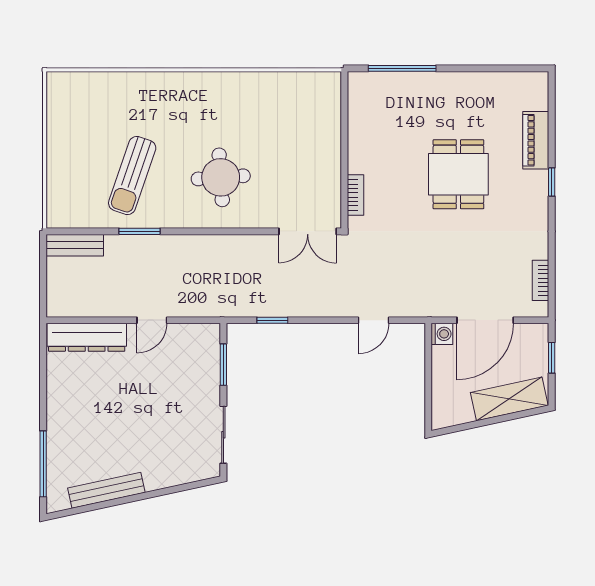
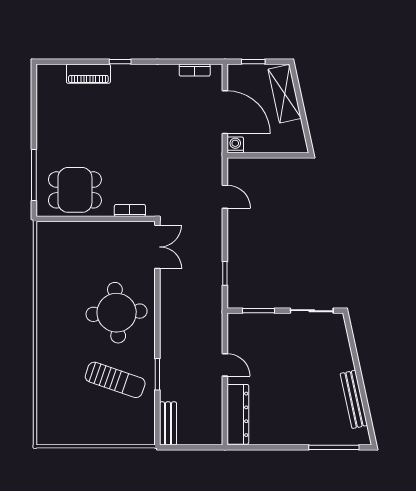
dining table: (458, 174) -> (75, 190), moved
round table: (221, 177) -> (117, 313), width x1.36, depth x1.36

